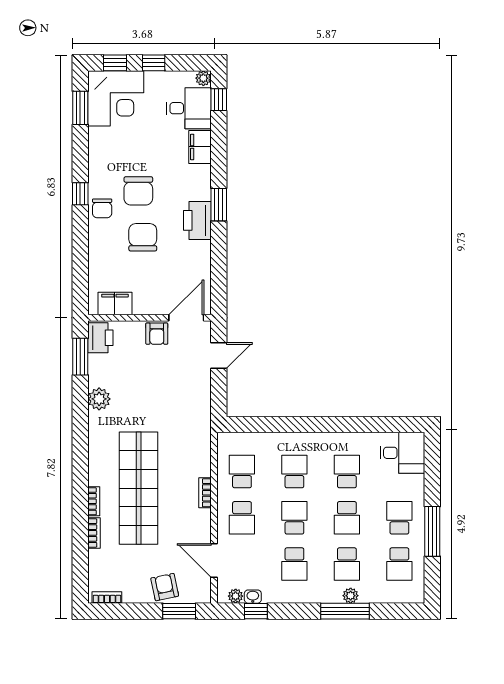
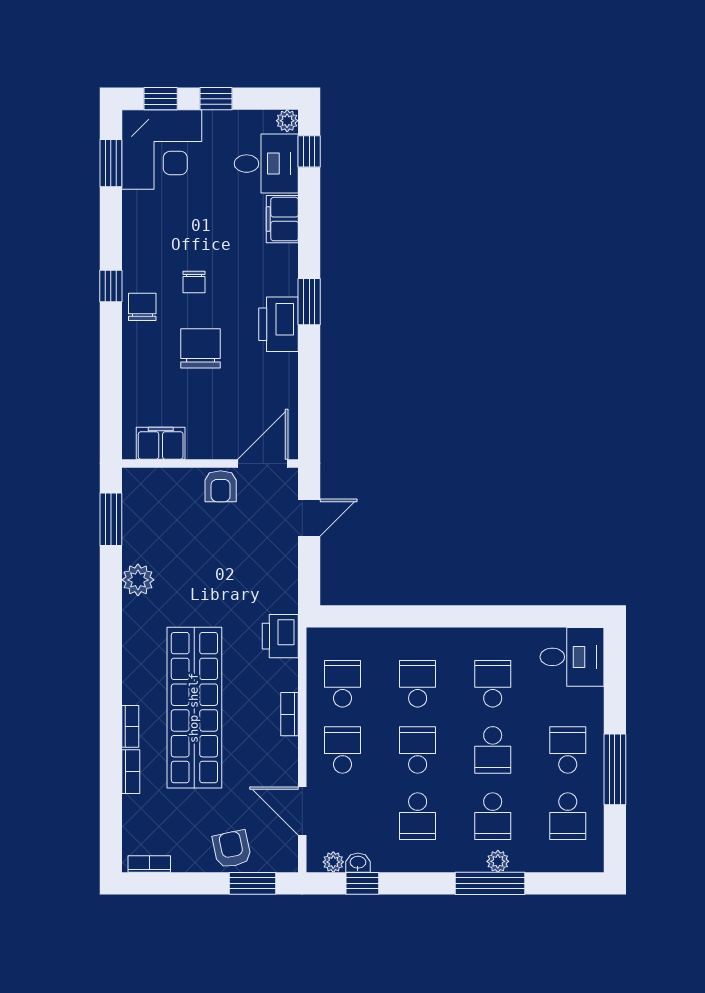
chair: (138, 191) -> (194, 282), width x0.54, depth x0.54
chair: (102, 208) -> (142, 307), turned 180
printer: (100, 338) -> (280, 636), moved, turned 180
school desk: (242, 518) -> (342, 750), turned 180

